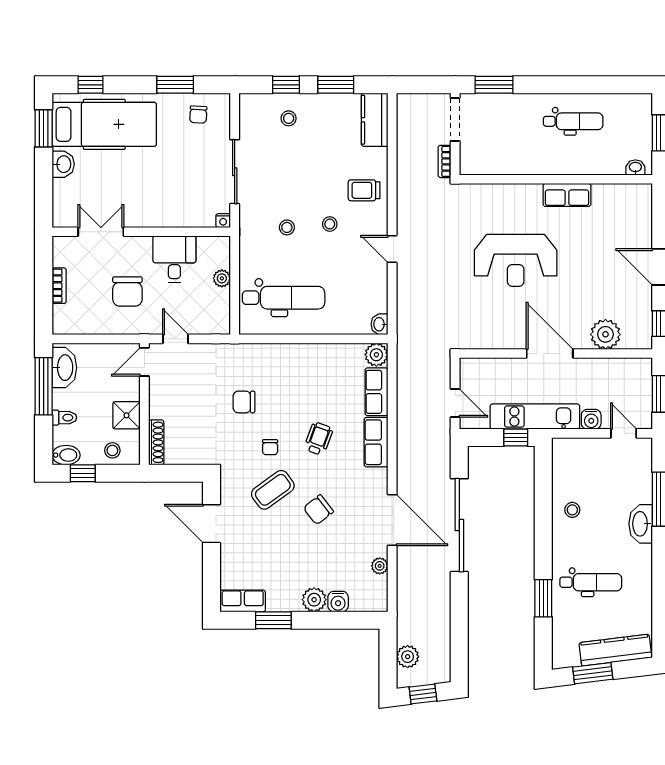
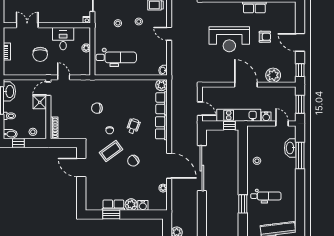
armchair: (589, 255) -> (265, 37), added
shower: (127, 415) -> (40, 102), moved
washbasin: (641, 524) -> (290, 148), moved
row of seats: (243, 601) -> (113, 205), moved

